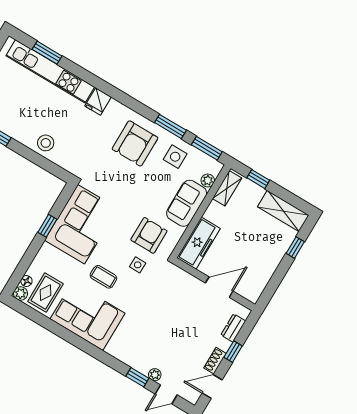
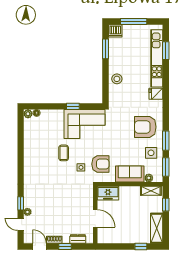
freezer: (199, 243) -> (108, 193), width x0.71
rug: (46, 293) -> (36, 127), removed
corner sofa: (88, 316) -> (37, 157), removed

